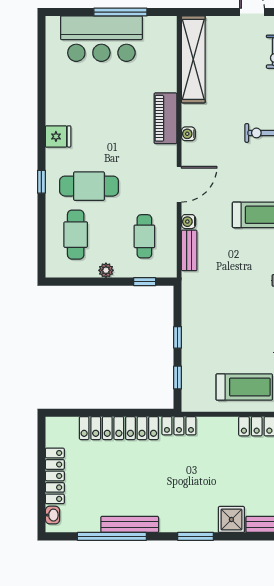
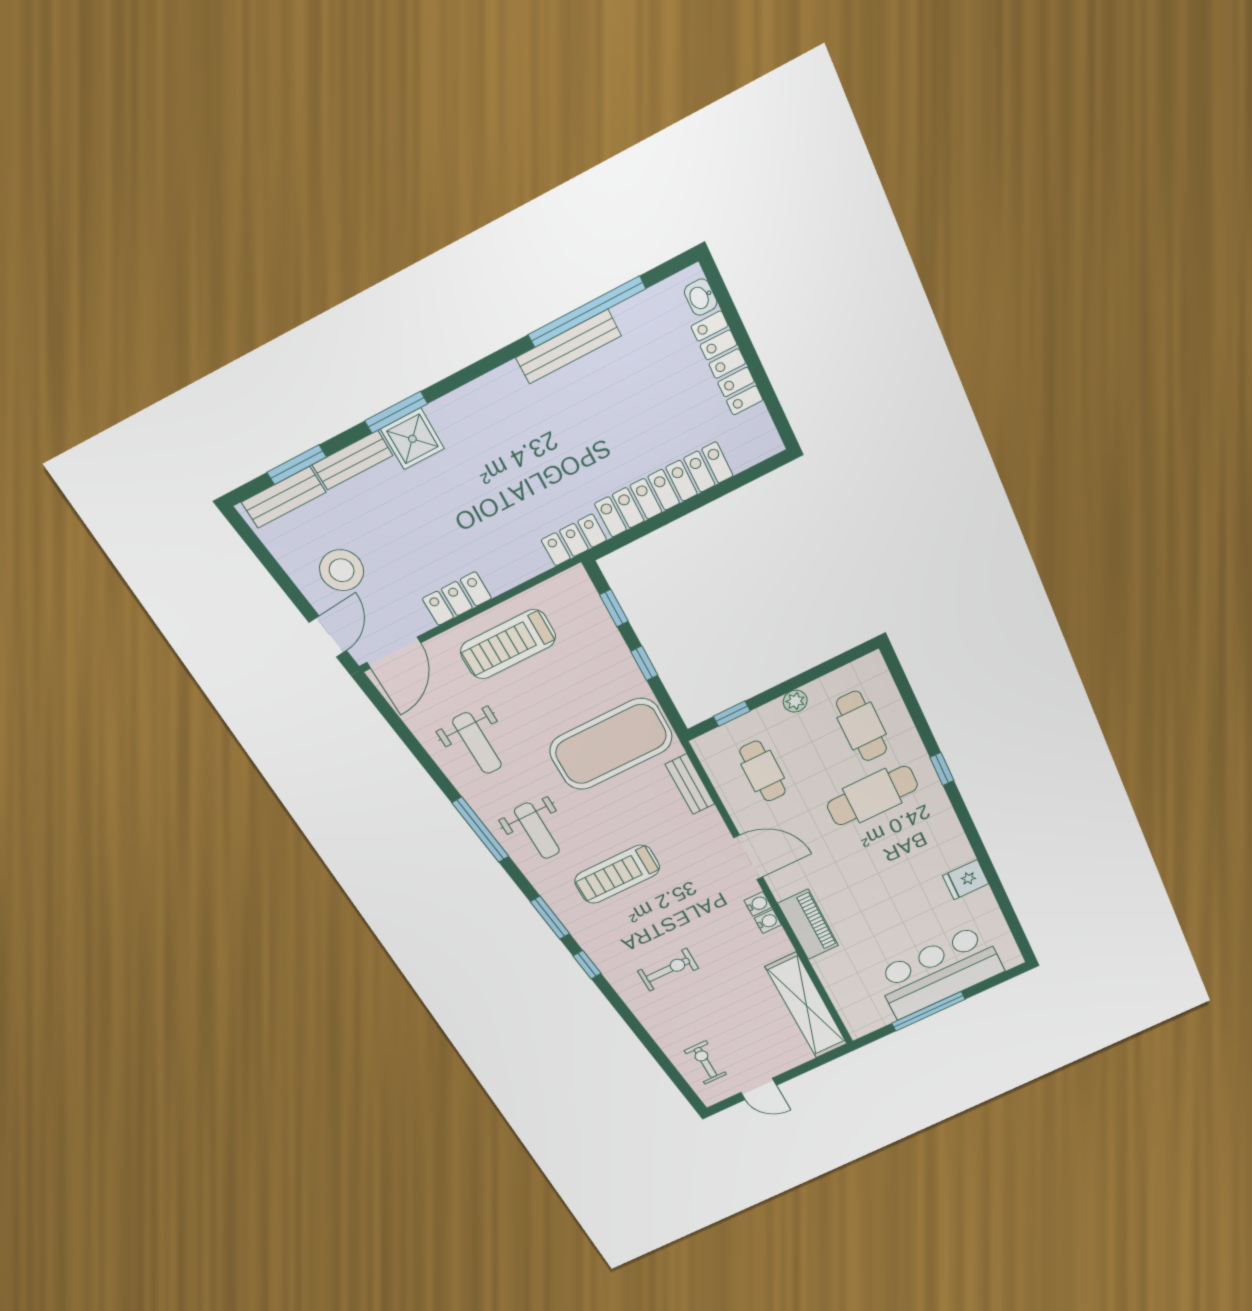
fridge: (58, 136) -> (966, 880), moved
door: (179, 184) -> (748, 857), swing flipped
water cooler: (188, 222) -> (758, 904), moved
exercise mat: (220, 299) -> (611, 744), added
window: (196, 536) -> (396, 412), moved

